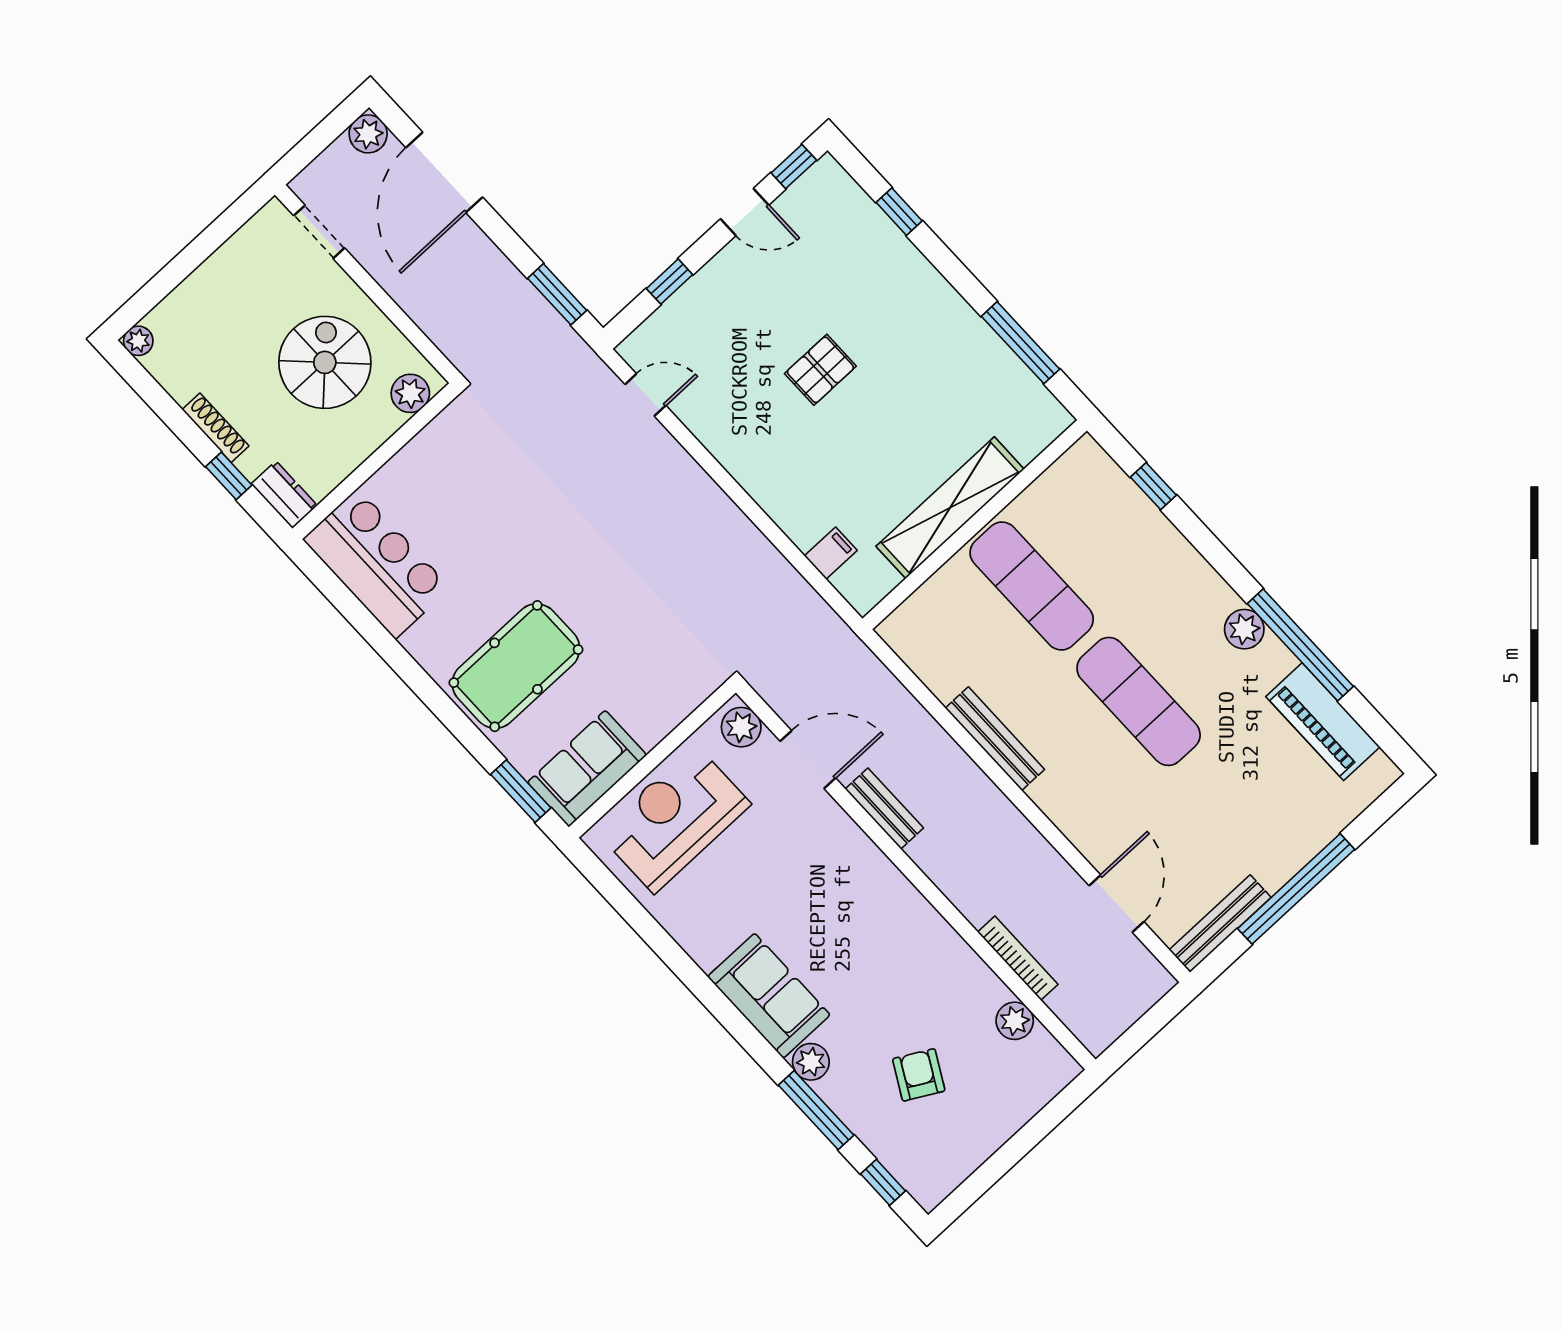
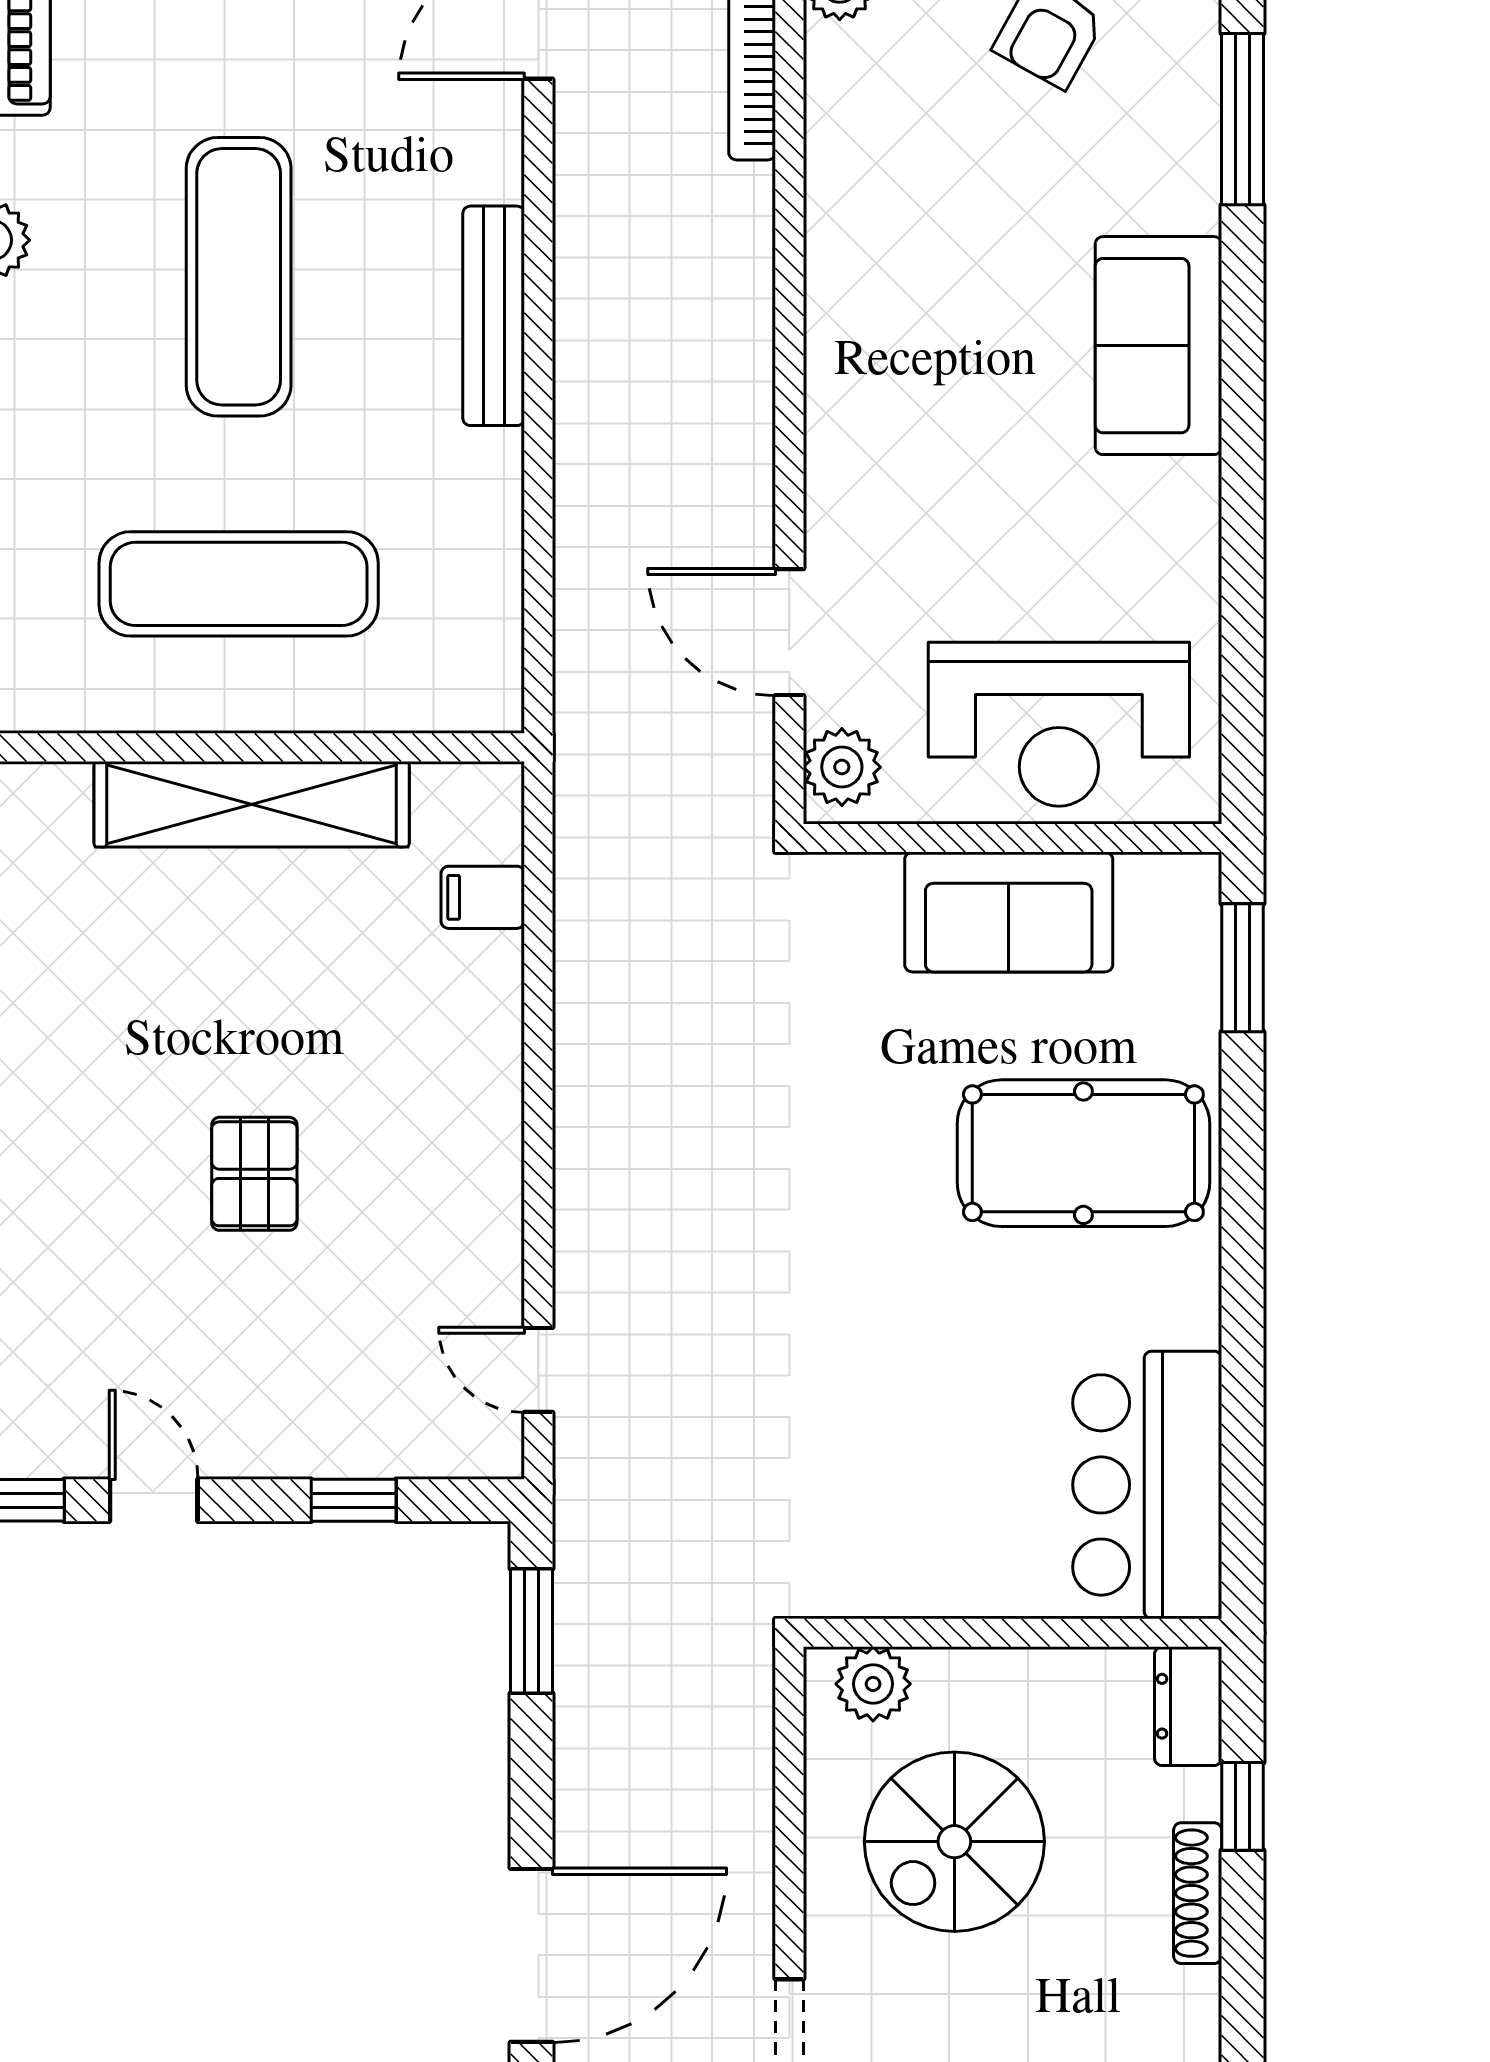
pallet: (820, 370) -> (254, 1174), turned 90
exercise mat: (1032, 586) -> (239, 584), turned 90
bench: (995, 739) -> (494, 316), moved
sofa: (587, 769) -> (1009, 912), moved
bench: (884, 809) -> (745, 461), removed
plant: (811, 1062) -> (1186, 195), removed

